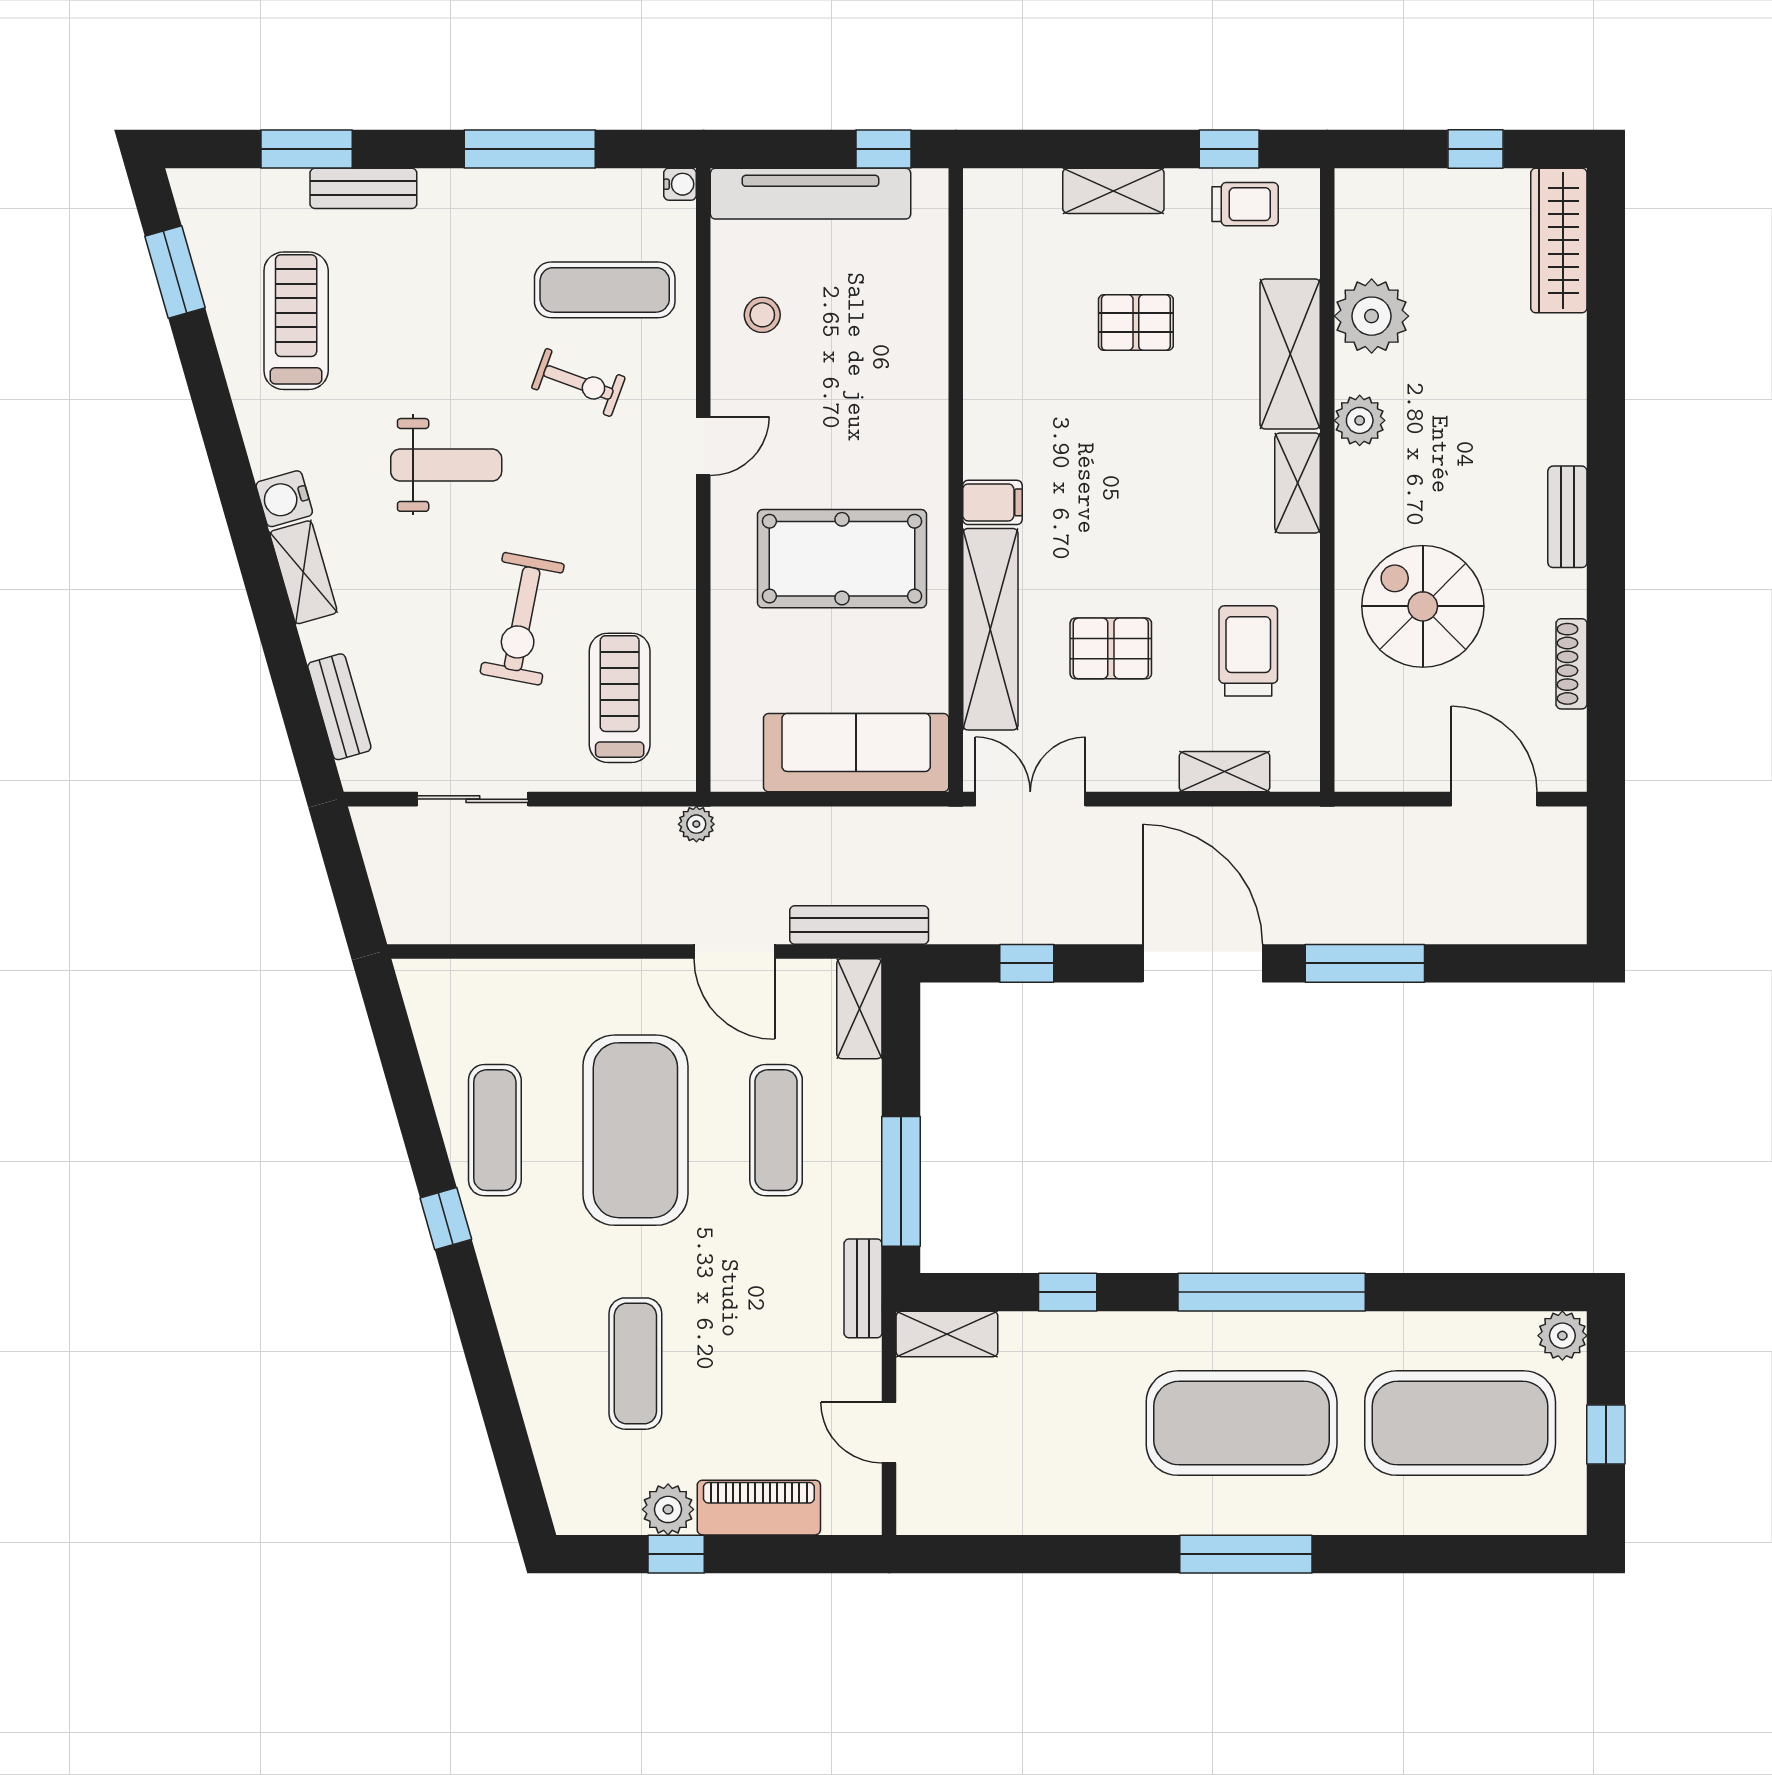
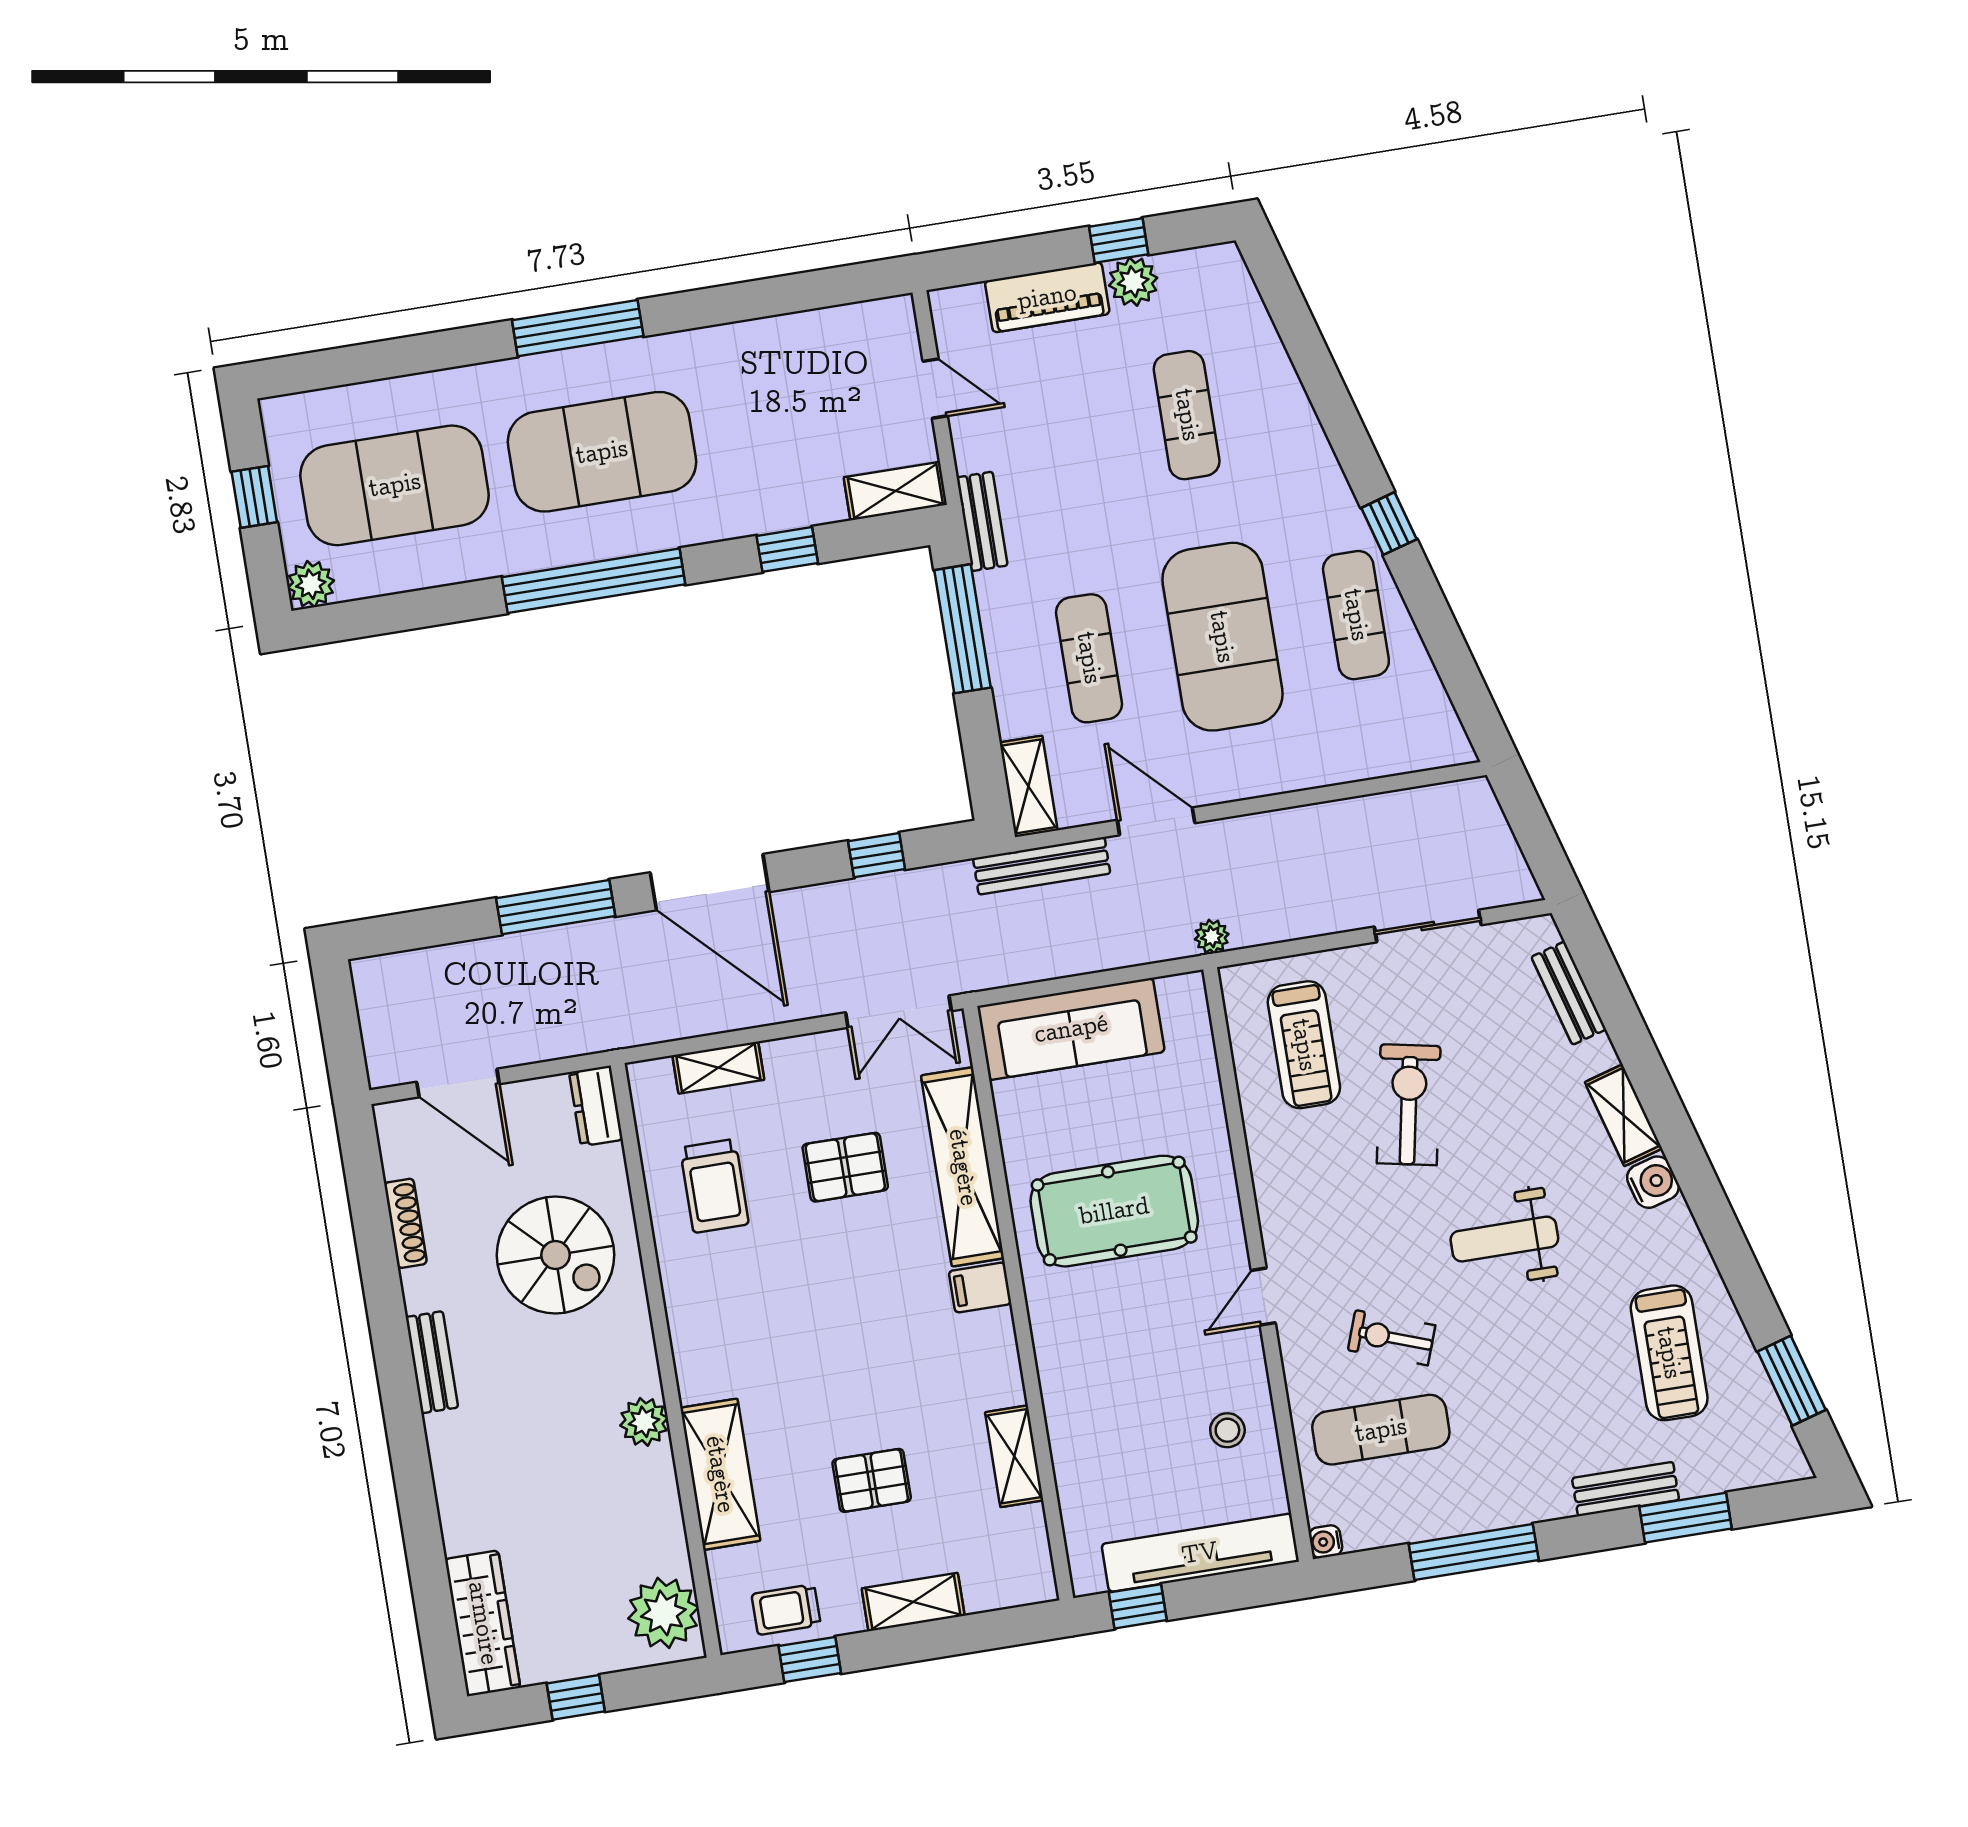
plant: (1372, 316) -> (663, 1613), moved
shelving: (1298, 483) -> (1014, 1456), moved
dresser: (1356, 753) -> (596, 1106), added

